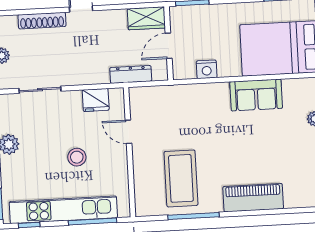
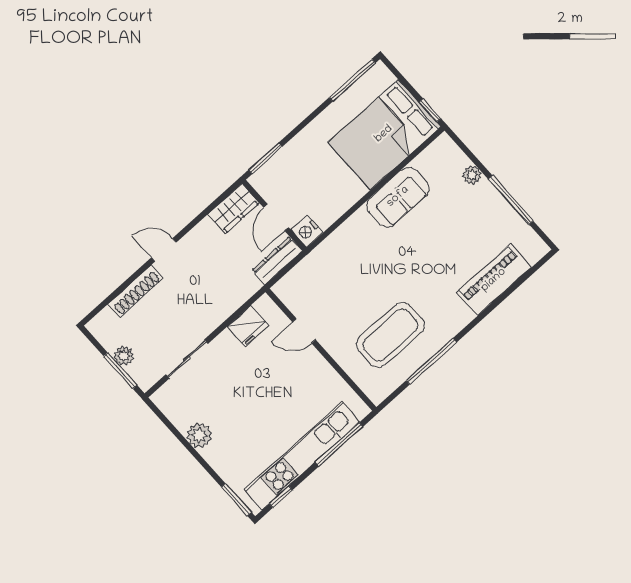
nightstand: (207, 69) -> (307, 231), moved, turned 90
dresser: (131, 74) -> (277, 261), moved
stool: (77, 157) -> (274, 395), removed
coffee table: (181, 178) -> (390, 335), turned 90
piano: (253, 198) -> (494, 280), moved

